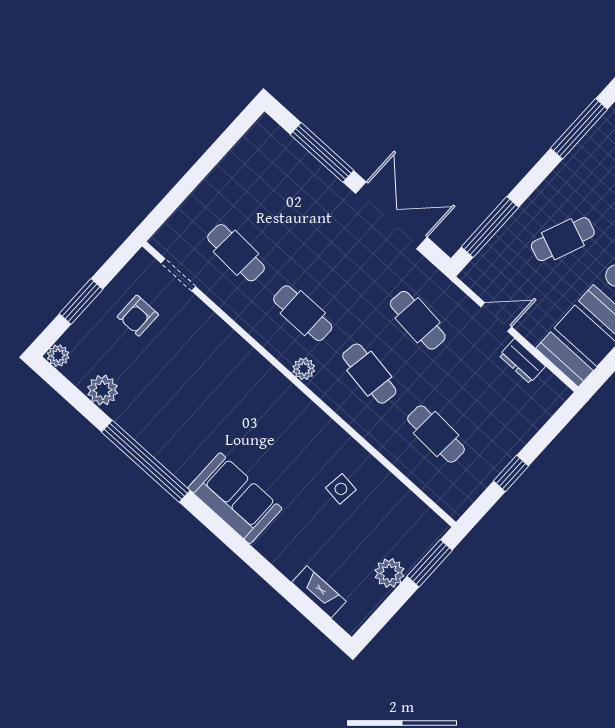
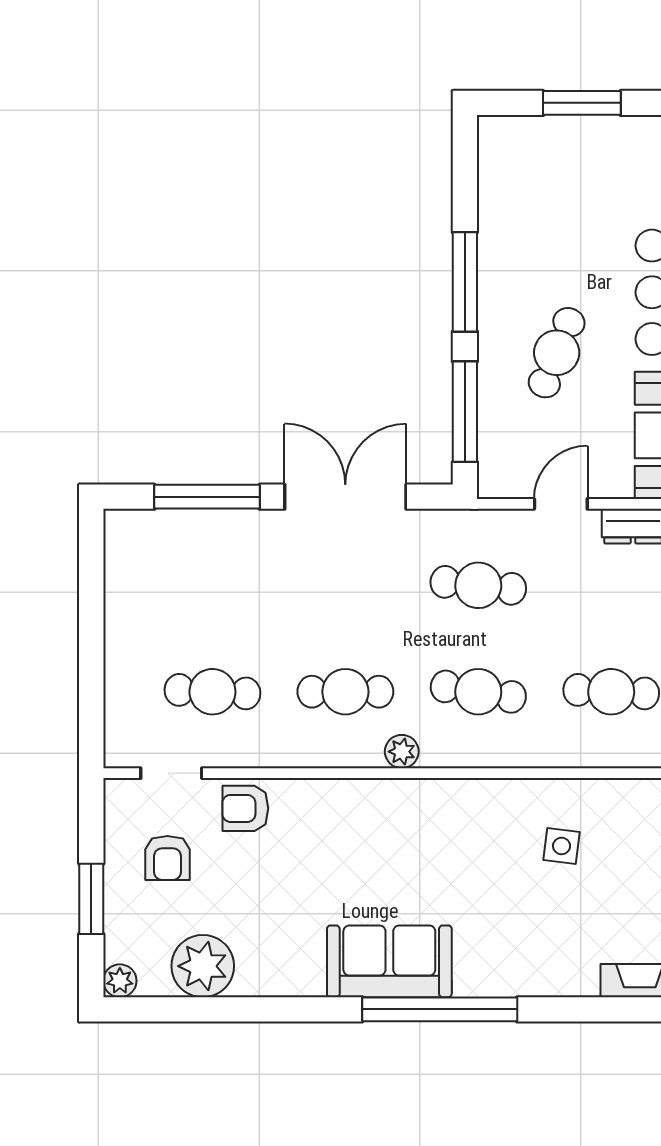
window: (579, 129) -> (465, 282), moved
armchair: (199, 326) -> (245, 808), added
plant: (103, 390) -> (203, 966), width x1.36, depth x1.36
window: (146, 461) -> (440, 1009), moved
sofa: (235, 498) -> (389, 961), moved

